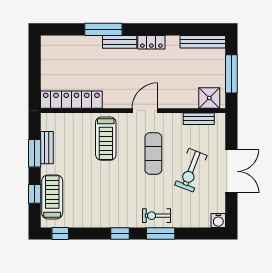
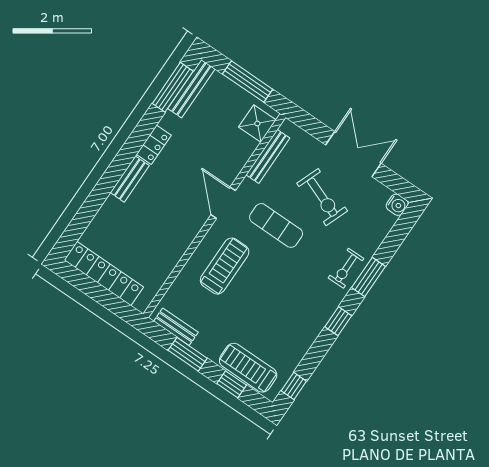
window: (103, 29) -> (173, 87), moved
locker: (71, 100) -> (104, 273), moved, turned 90
bench: (199, 119) -> (268, 156), width x1.36
treadmill: (106, 139) -> (225, 266), turned -90
bench: (47, 148) -> (176, 327), moved

